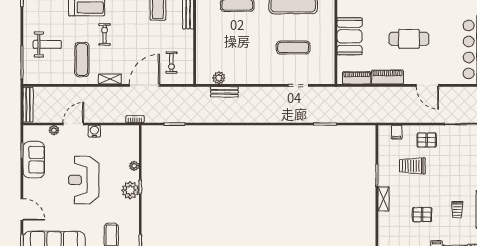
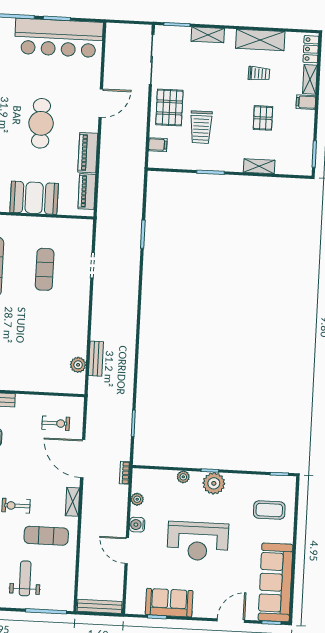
plant: (54, 130) -> (137, 499), moved
pallet: (427, 140) -> (169, 107), width x1.50, depth x1.42
shelving: (384, 199) -> (259, 166), moved

